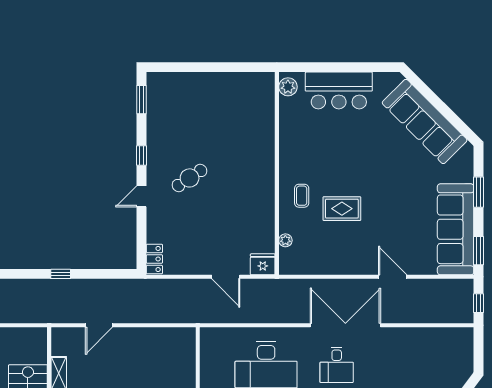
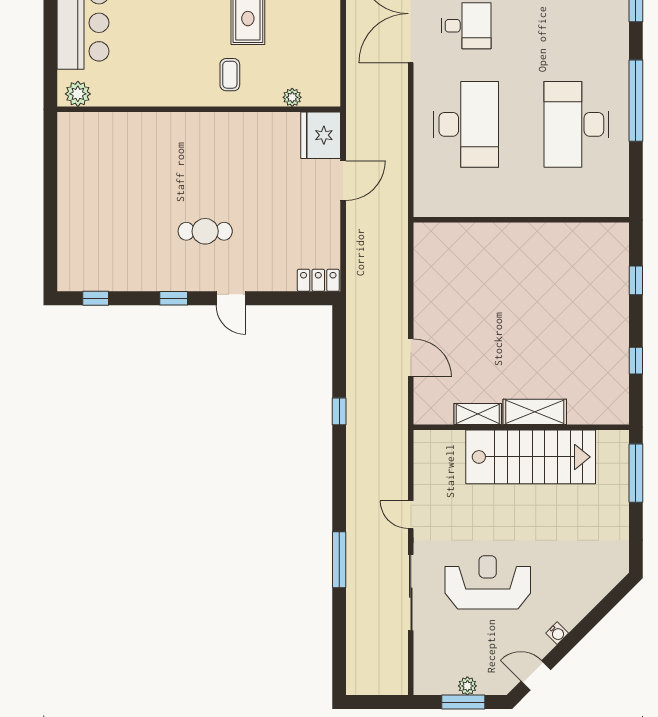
window: (142, 100) -> (96, 298), width x0.67
cafe table: (190, 178) -> (205, 231), turned -56
coffee table: (302, 196) -> (230, 75), turned 90
fridge: (263, 264) -> (321, 135), width x1.36, depth x1.34

